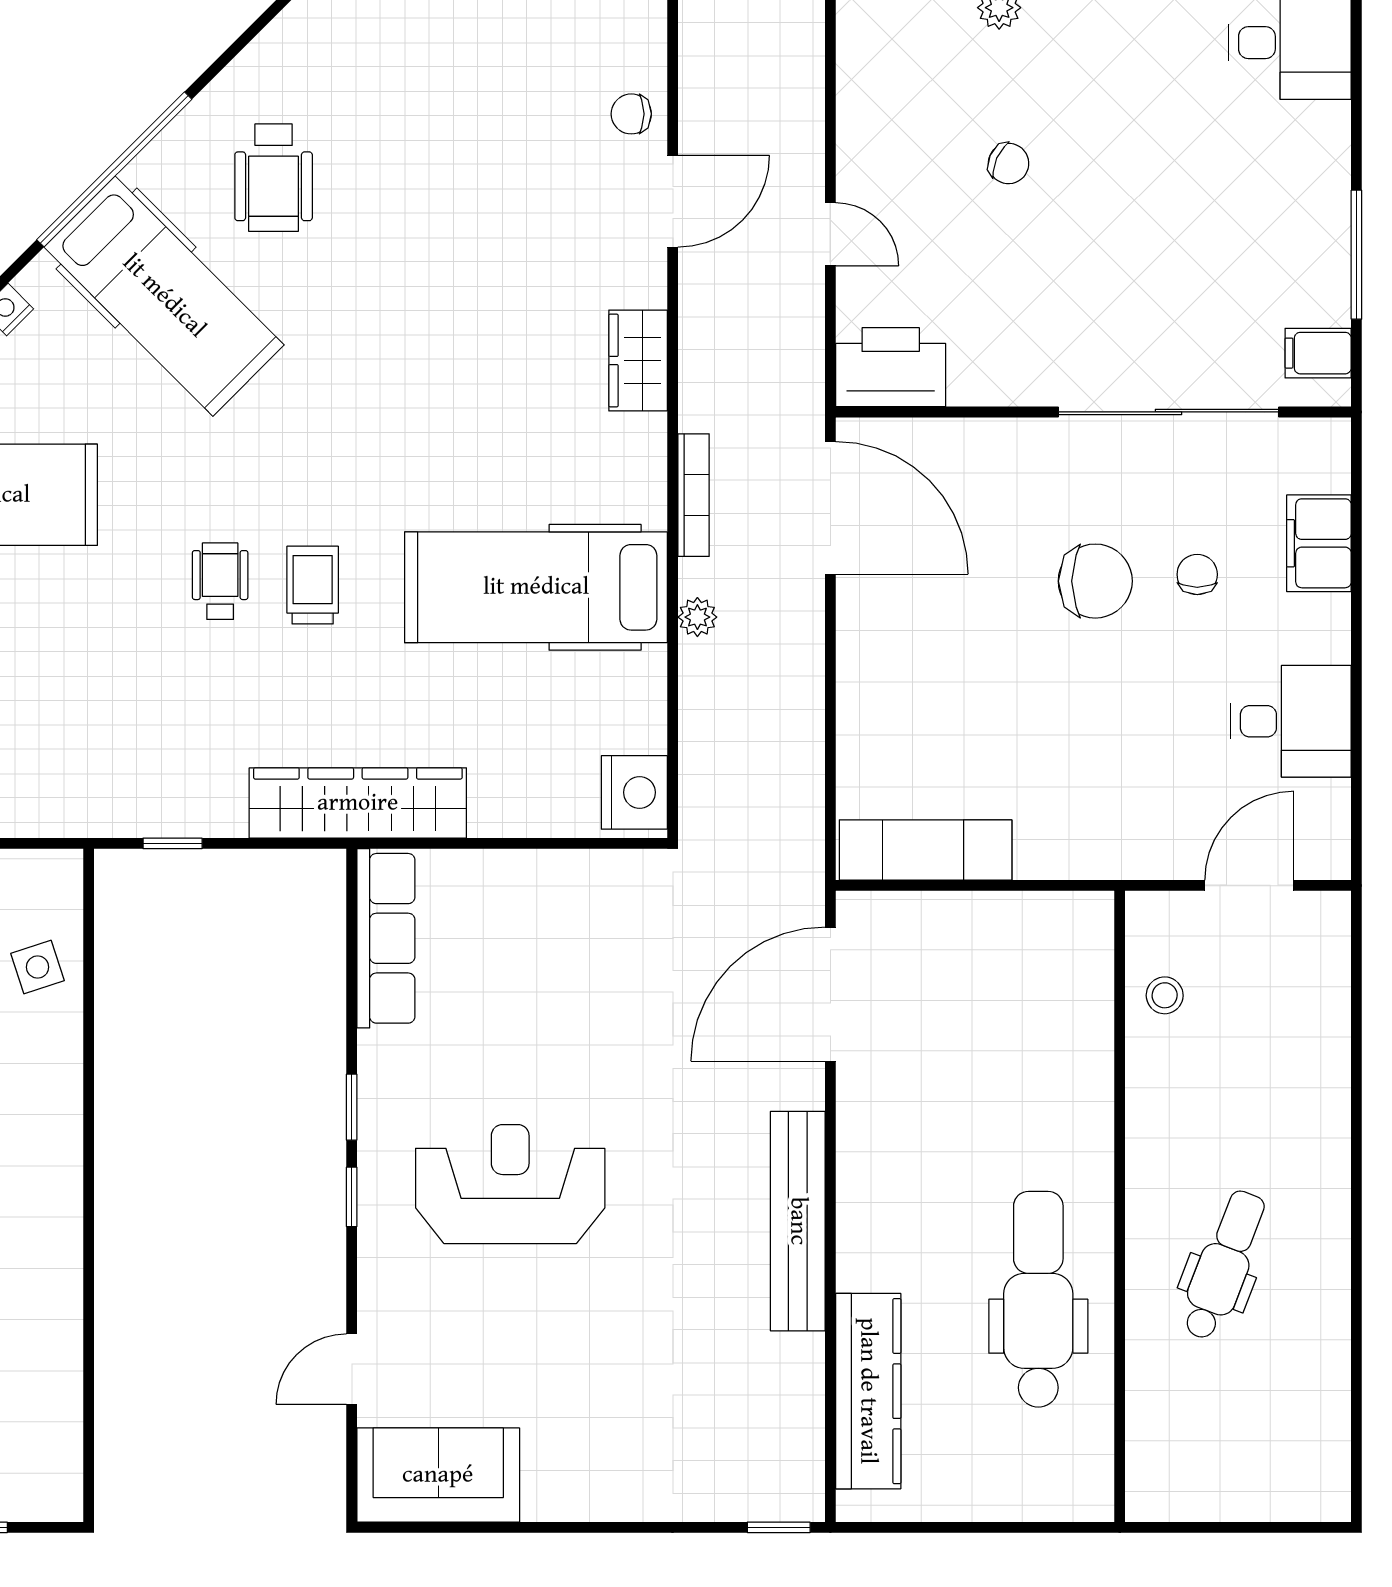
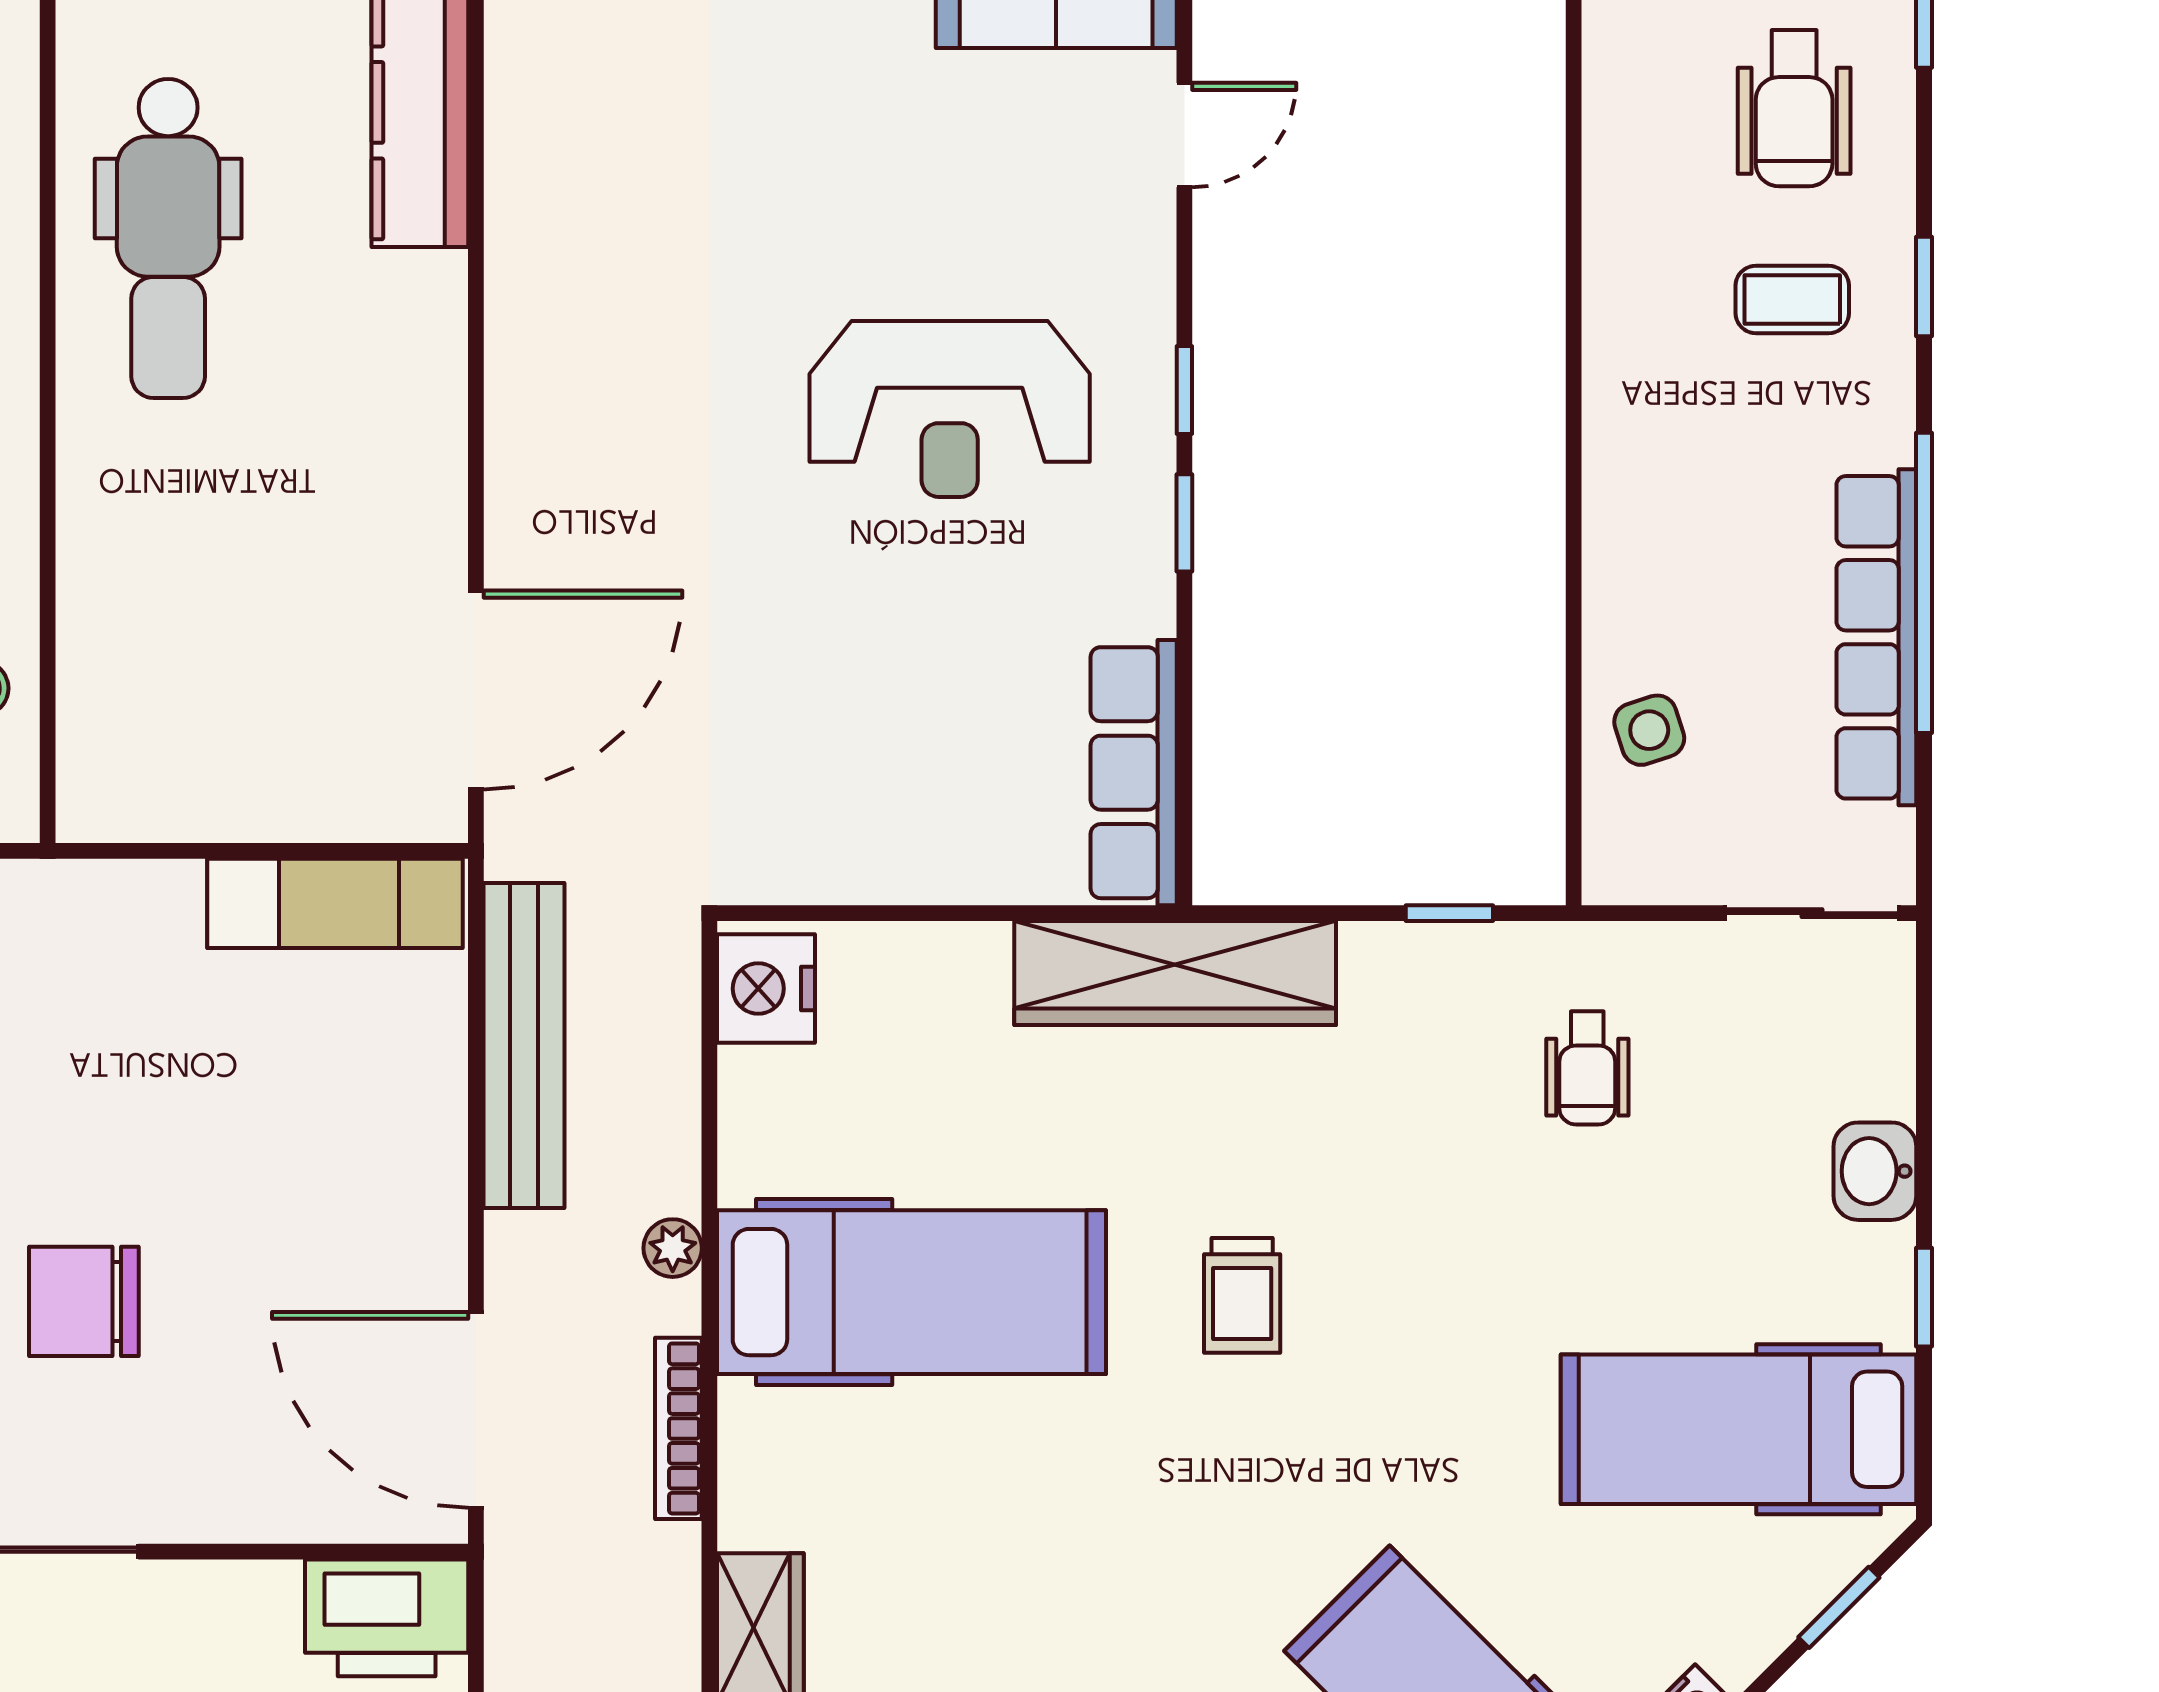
wheelchair: (220, 581) -> (1587, 1068), moved
bench: (798, 1221) -> (524, 1046), moved

